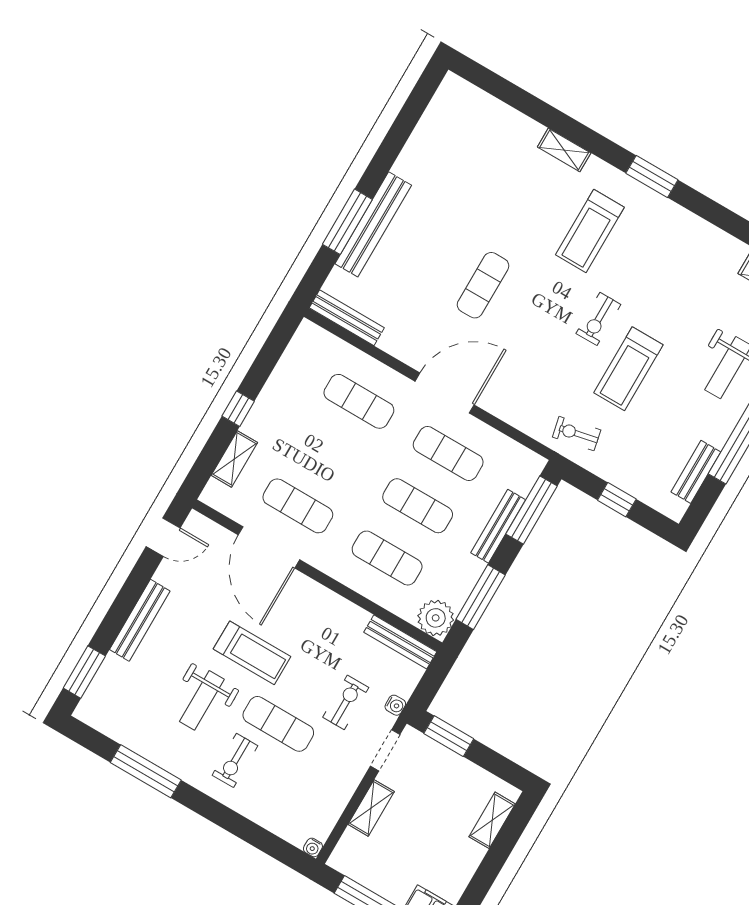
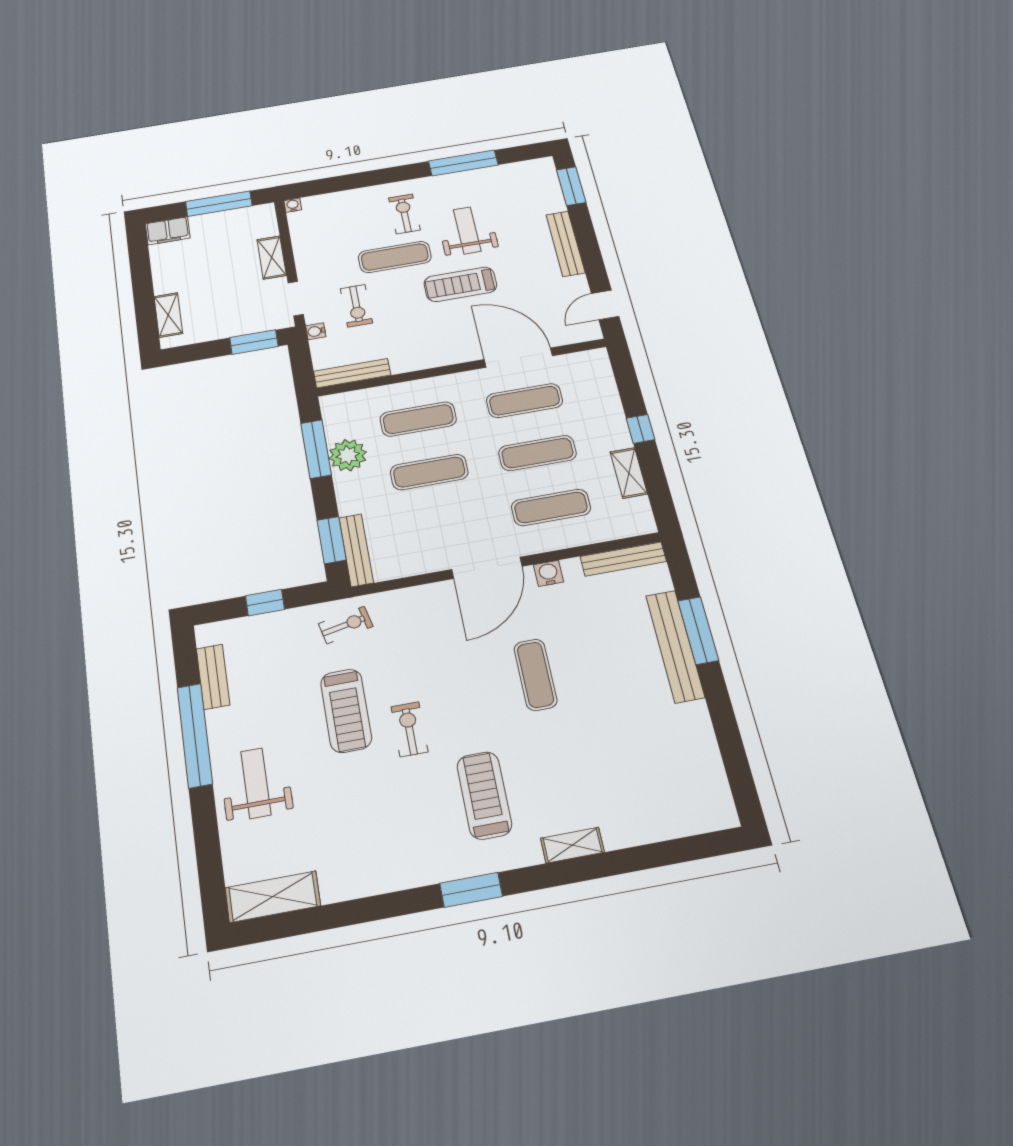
water cooler: (407, 352) -> (549, 573), added
treadmill: (628, 369) -> (346, 711), turned 180
exercise mat: (448, 453) -> (537, 453), moved
shelving: (234, 459) -> (629, 473), moved
window: (532, 510) -> (332, 540), width x0.69
bench: (498, 526) -> (356, 550), moved
plant: (436, 618) -> (348, 455), moved

